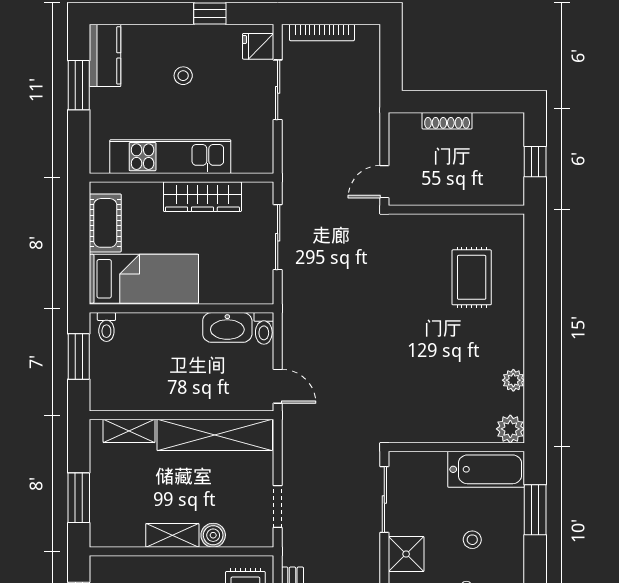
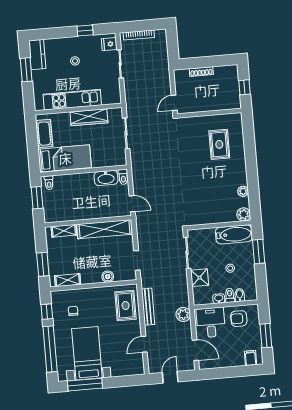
shelving: (172, 535) -> (68, 280), moved

